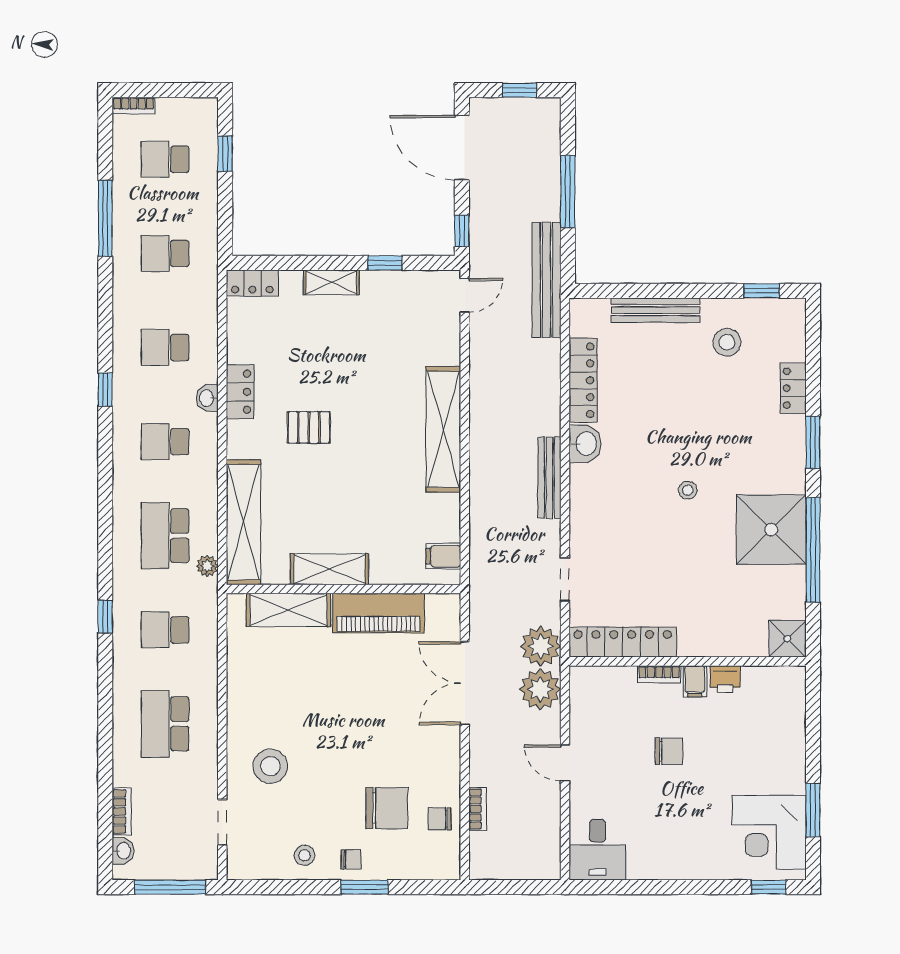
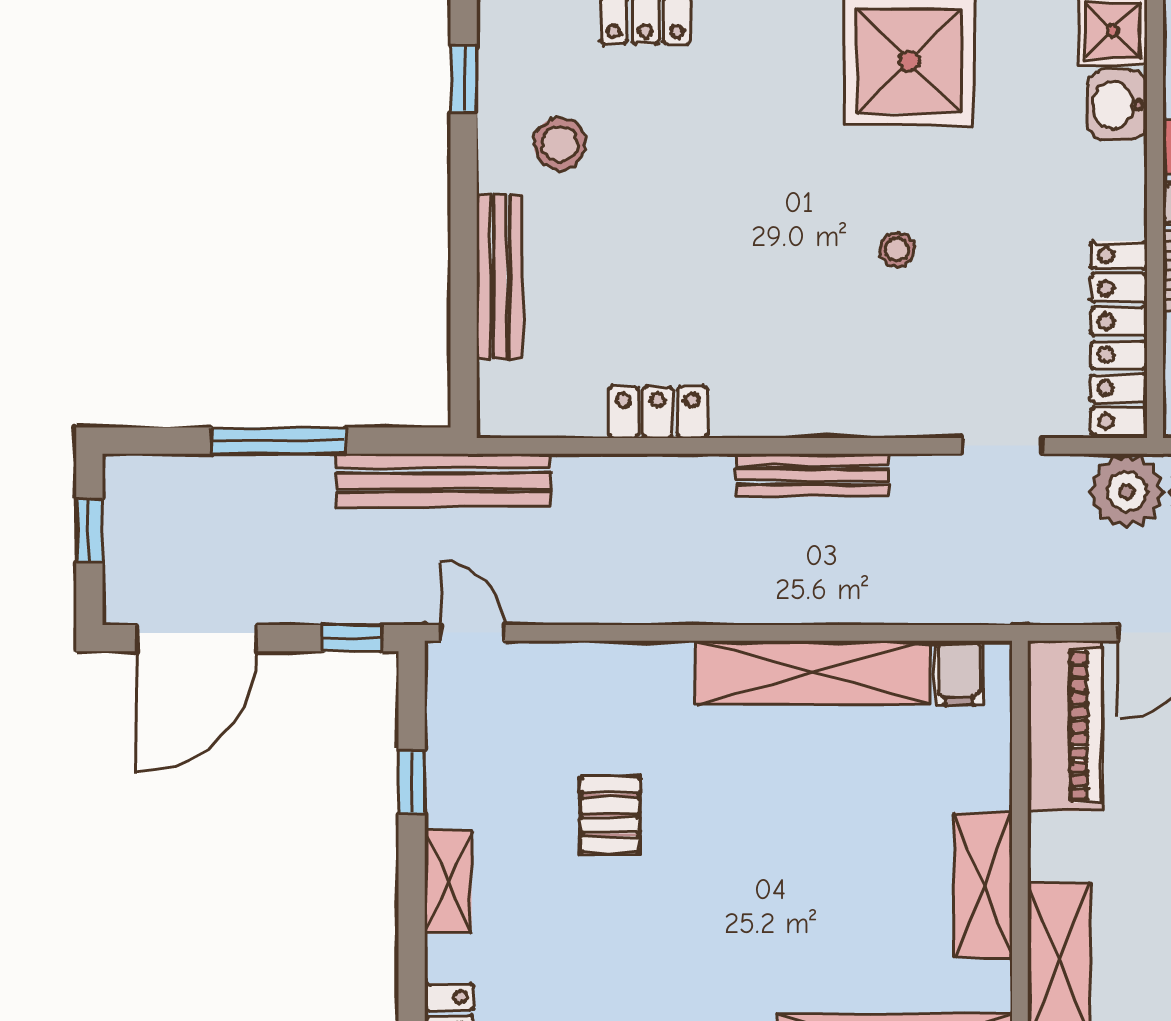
locker: (583, 380) -> (658, 412), width x0.66
pallet: (309, 427) -> (610, 815), moved
shelving: (443, 429) -> (813, 673), moved
washbasin: (585, 444) -> (1117, 105), moved, turned -90
stool: (688, 490) -> (897, 249), moved
piano: (378, 613) -> (1065, 726), moved

